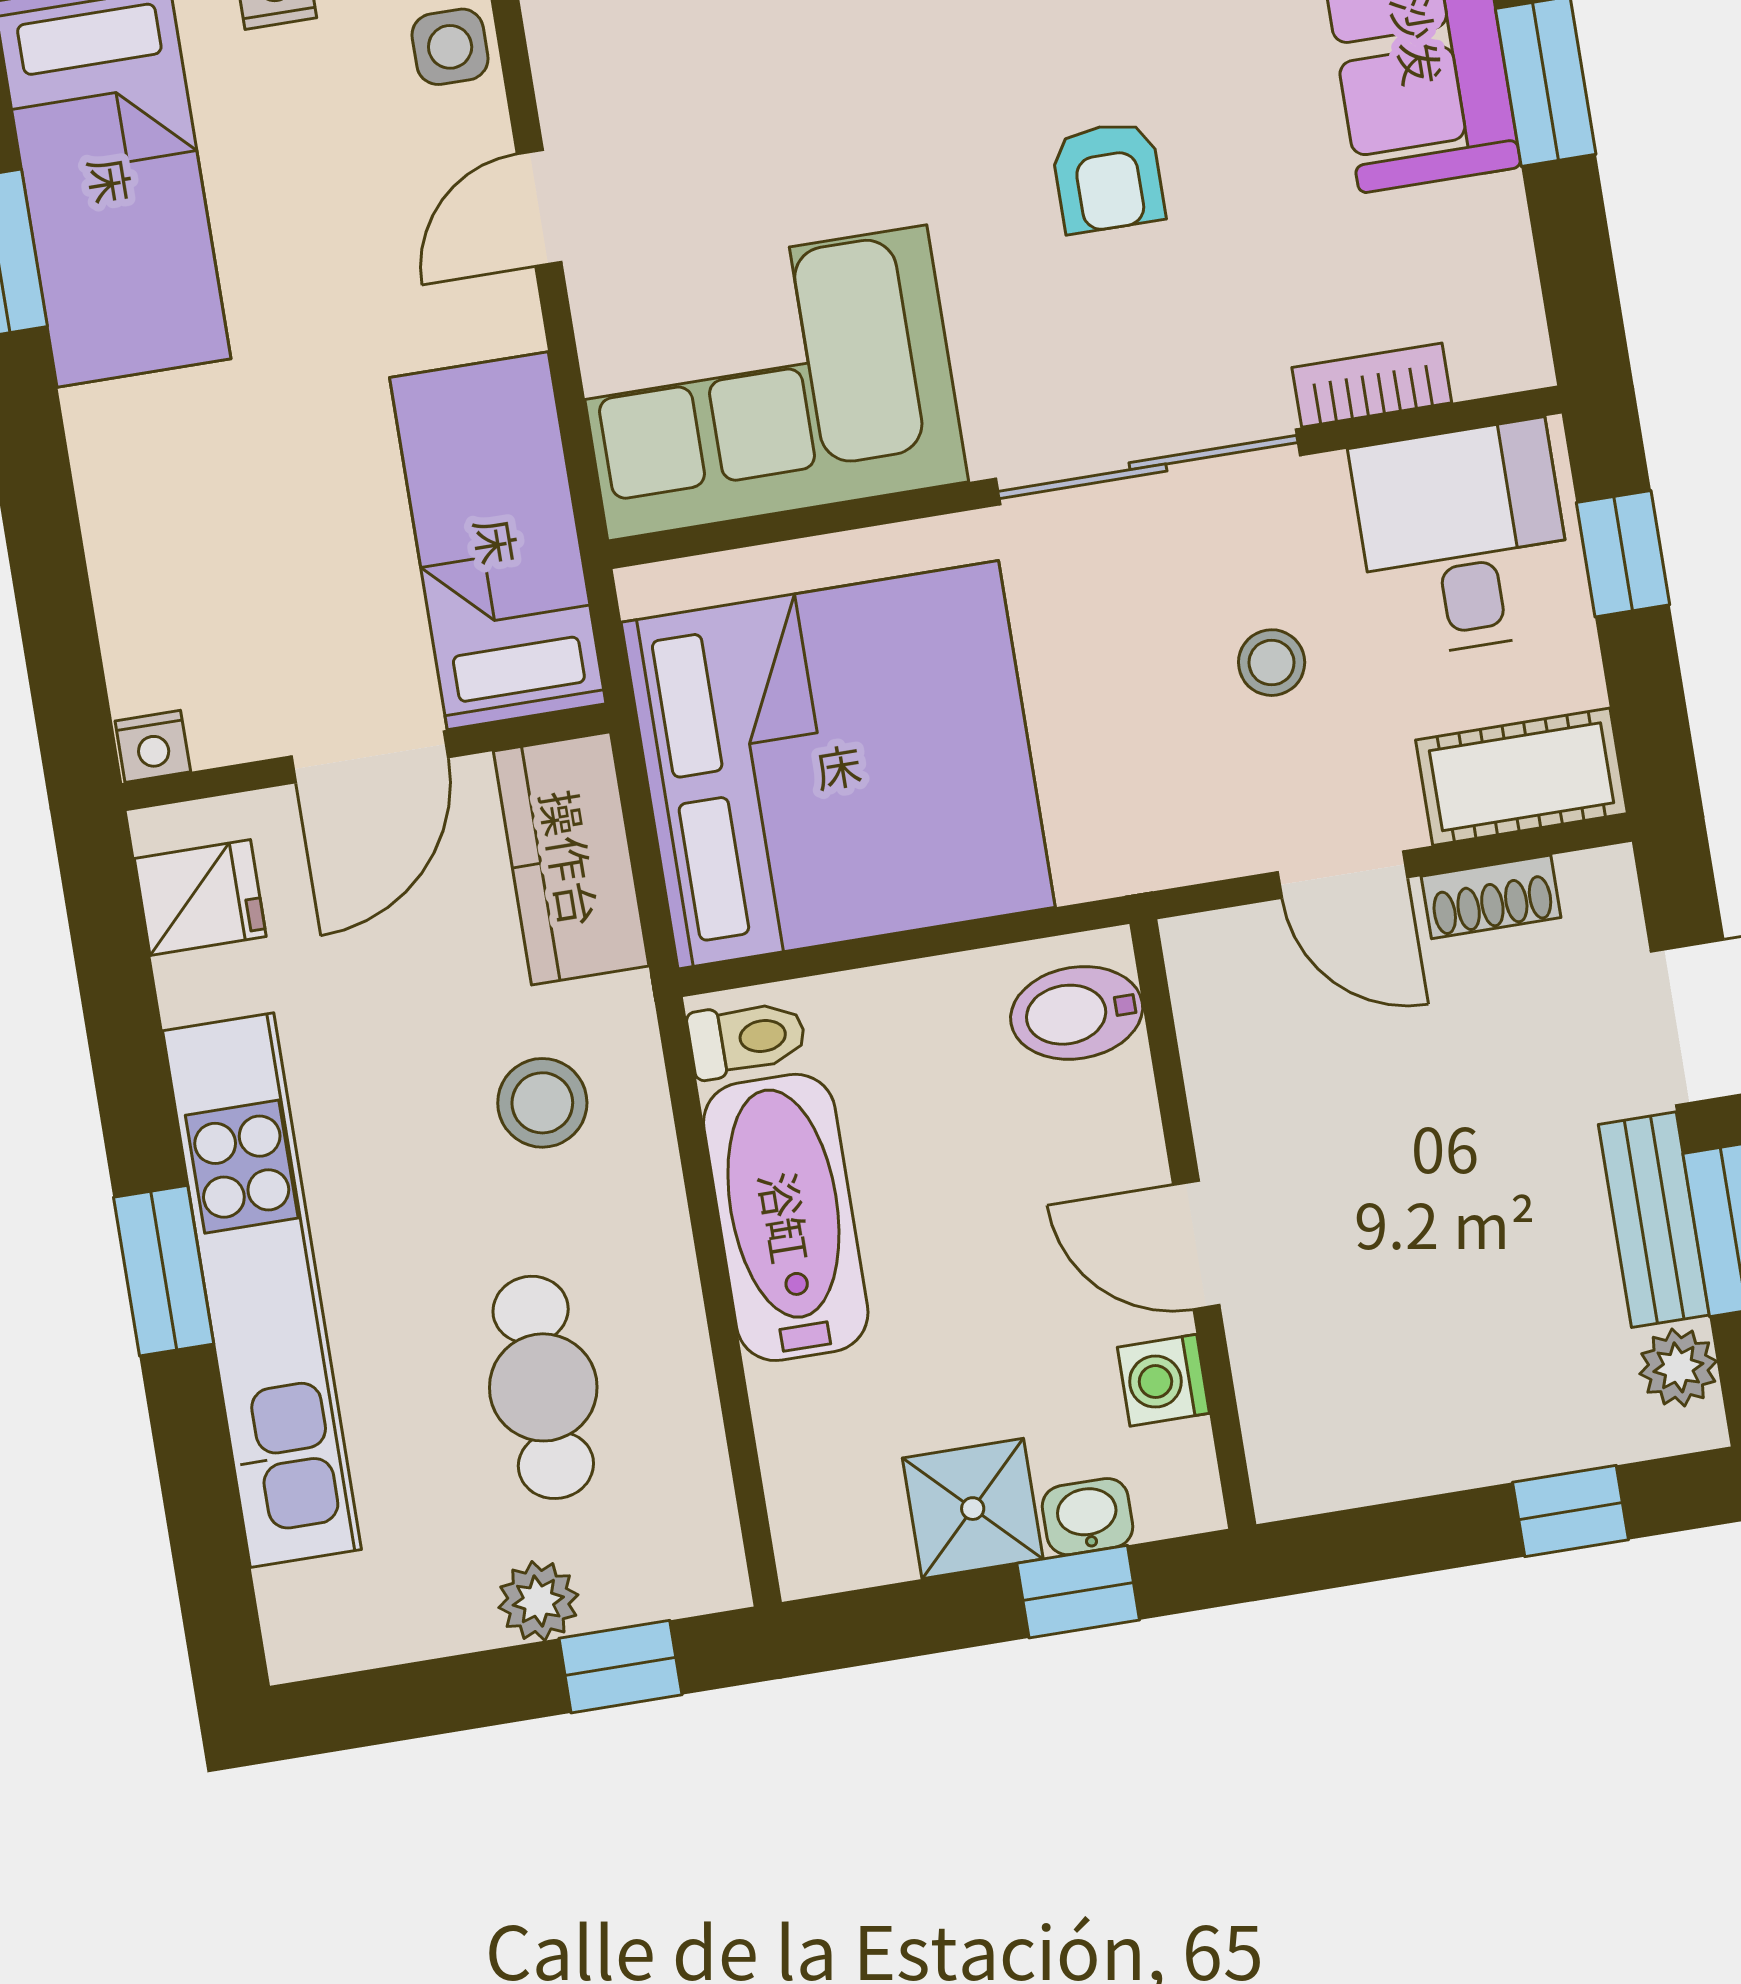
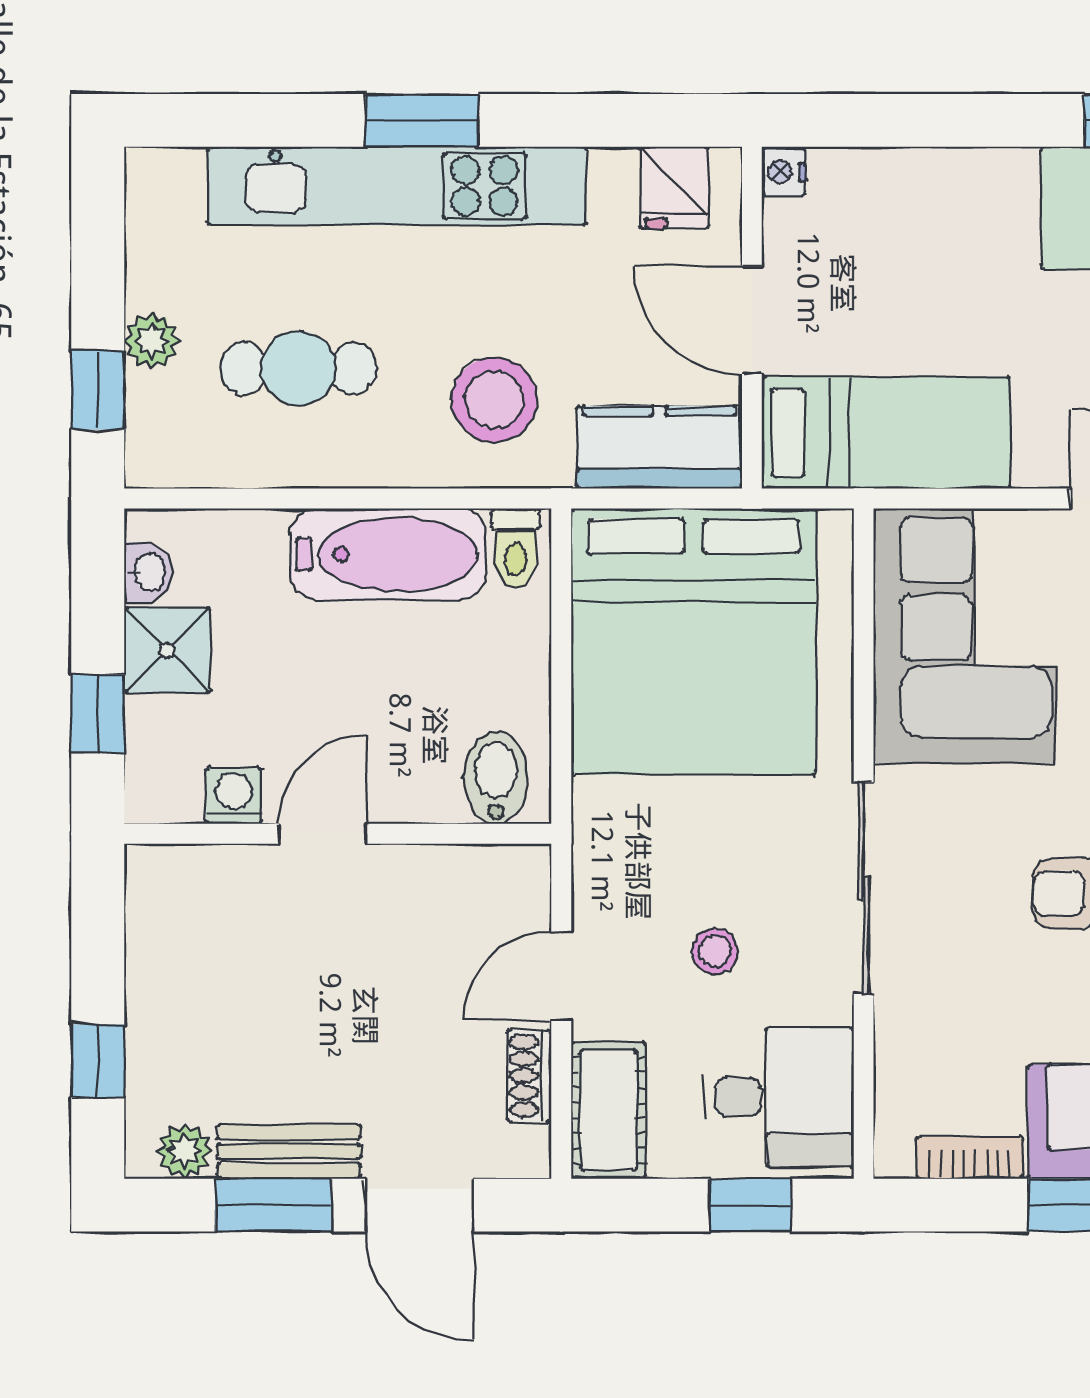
bookcase: (1372, 385) -> (969, 1158), moved, turned -90
stool: (542, 1103) -> (494, 400), width x1.38, depth x1.38
washbasin: (1087, 1517) -> (148, 572), moved

